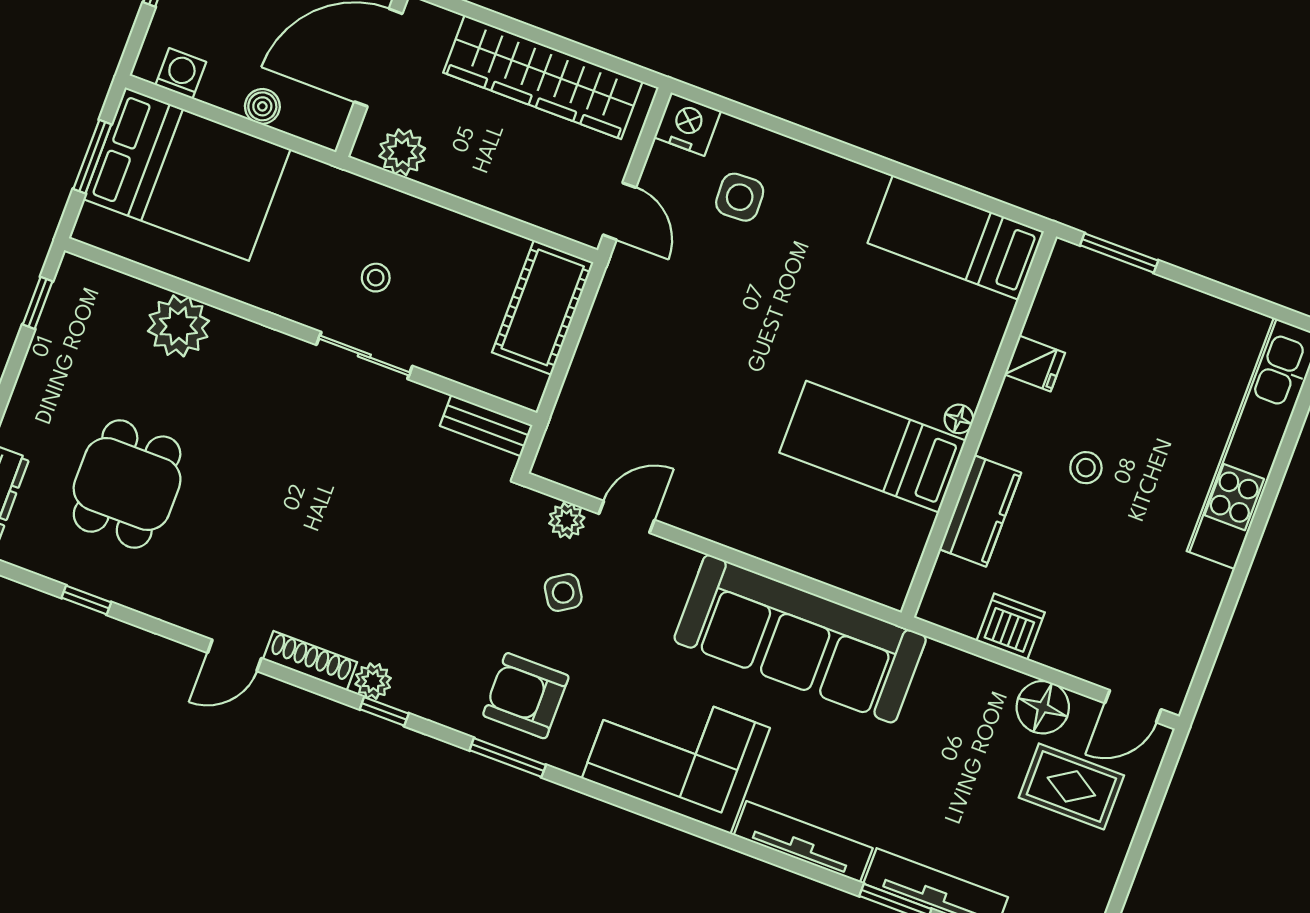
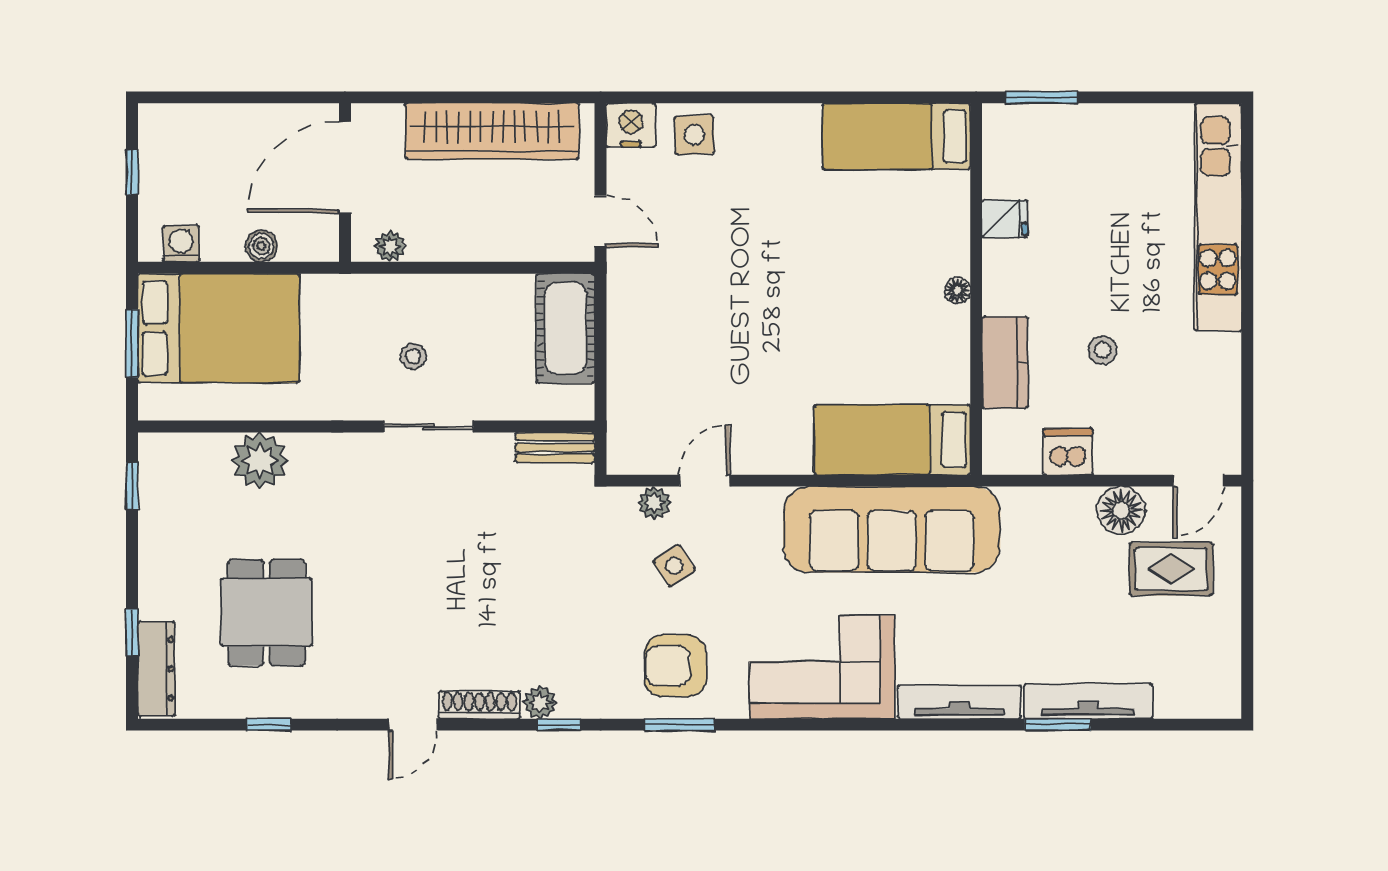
plant: (402, 152) -> (390, 246), width x0.73, depth x0.73
side table: (740, 197) -> (694, 135), moved
bed: (873, 447) -> (892, 440), moved
stool: (1086, 468) -> (1103, 350), moved

